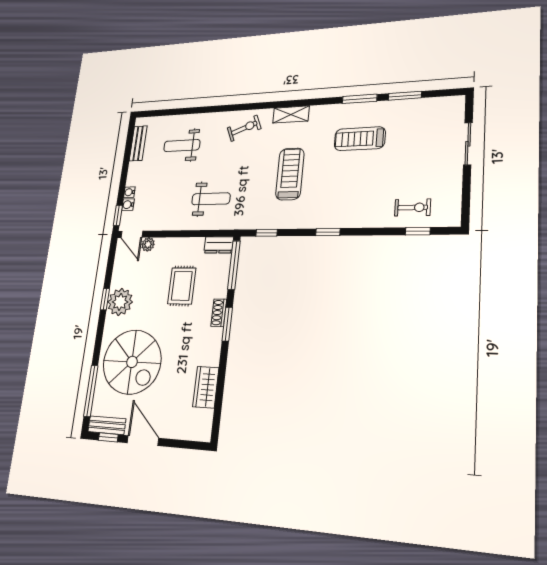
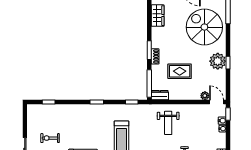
weight bench: (211, 199) -> (168, 123), turned -90
exercise bike: (413, 207) -> (50, 138), moved
rug: (182, 286) -> (180, 71), turned 90

